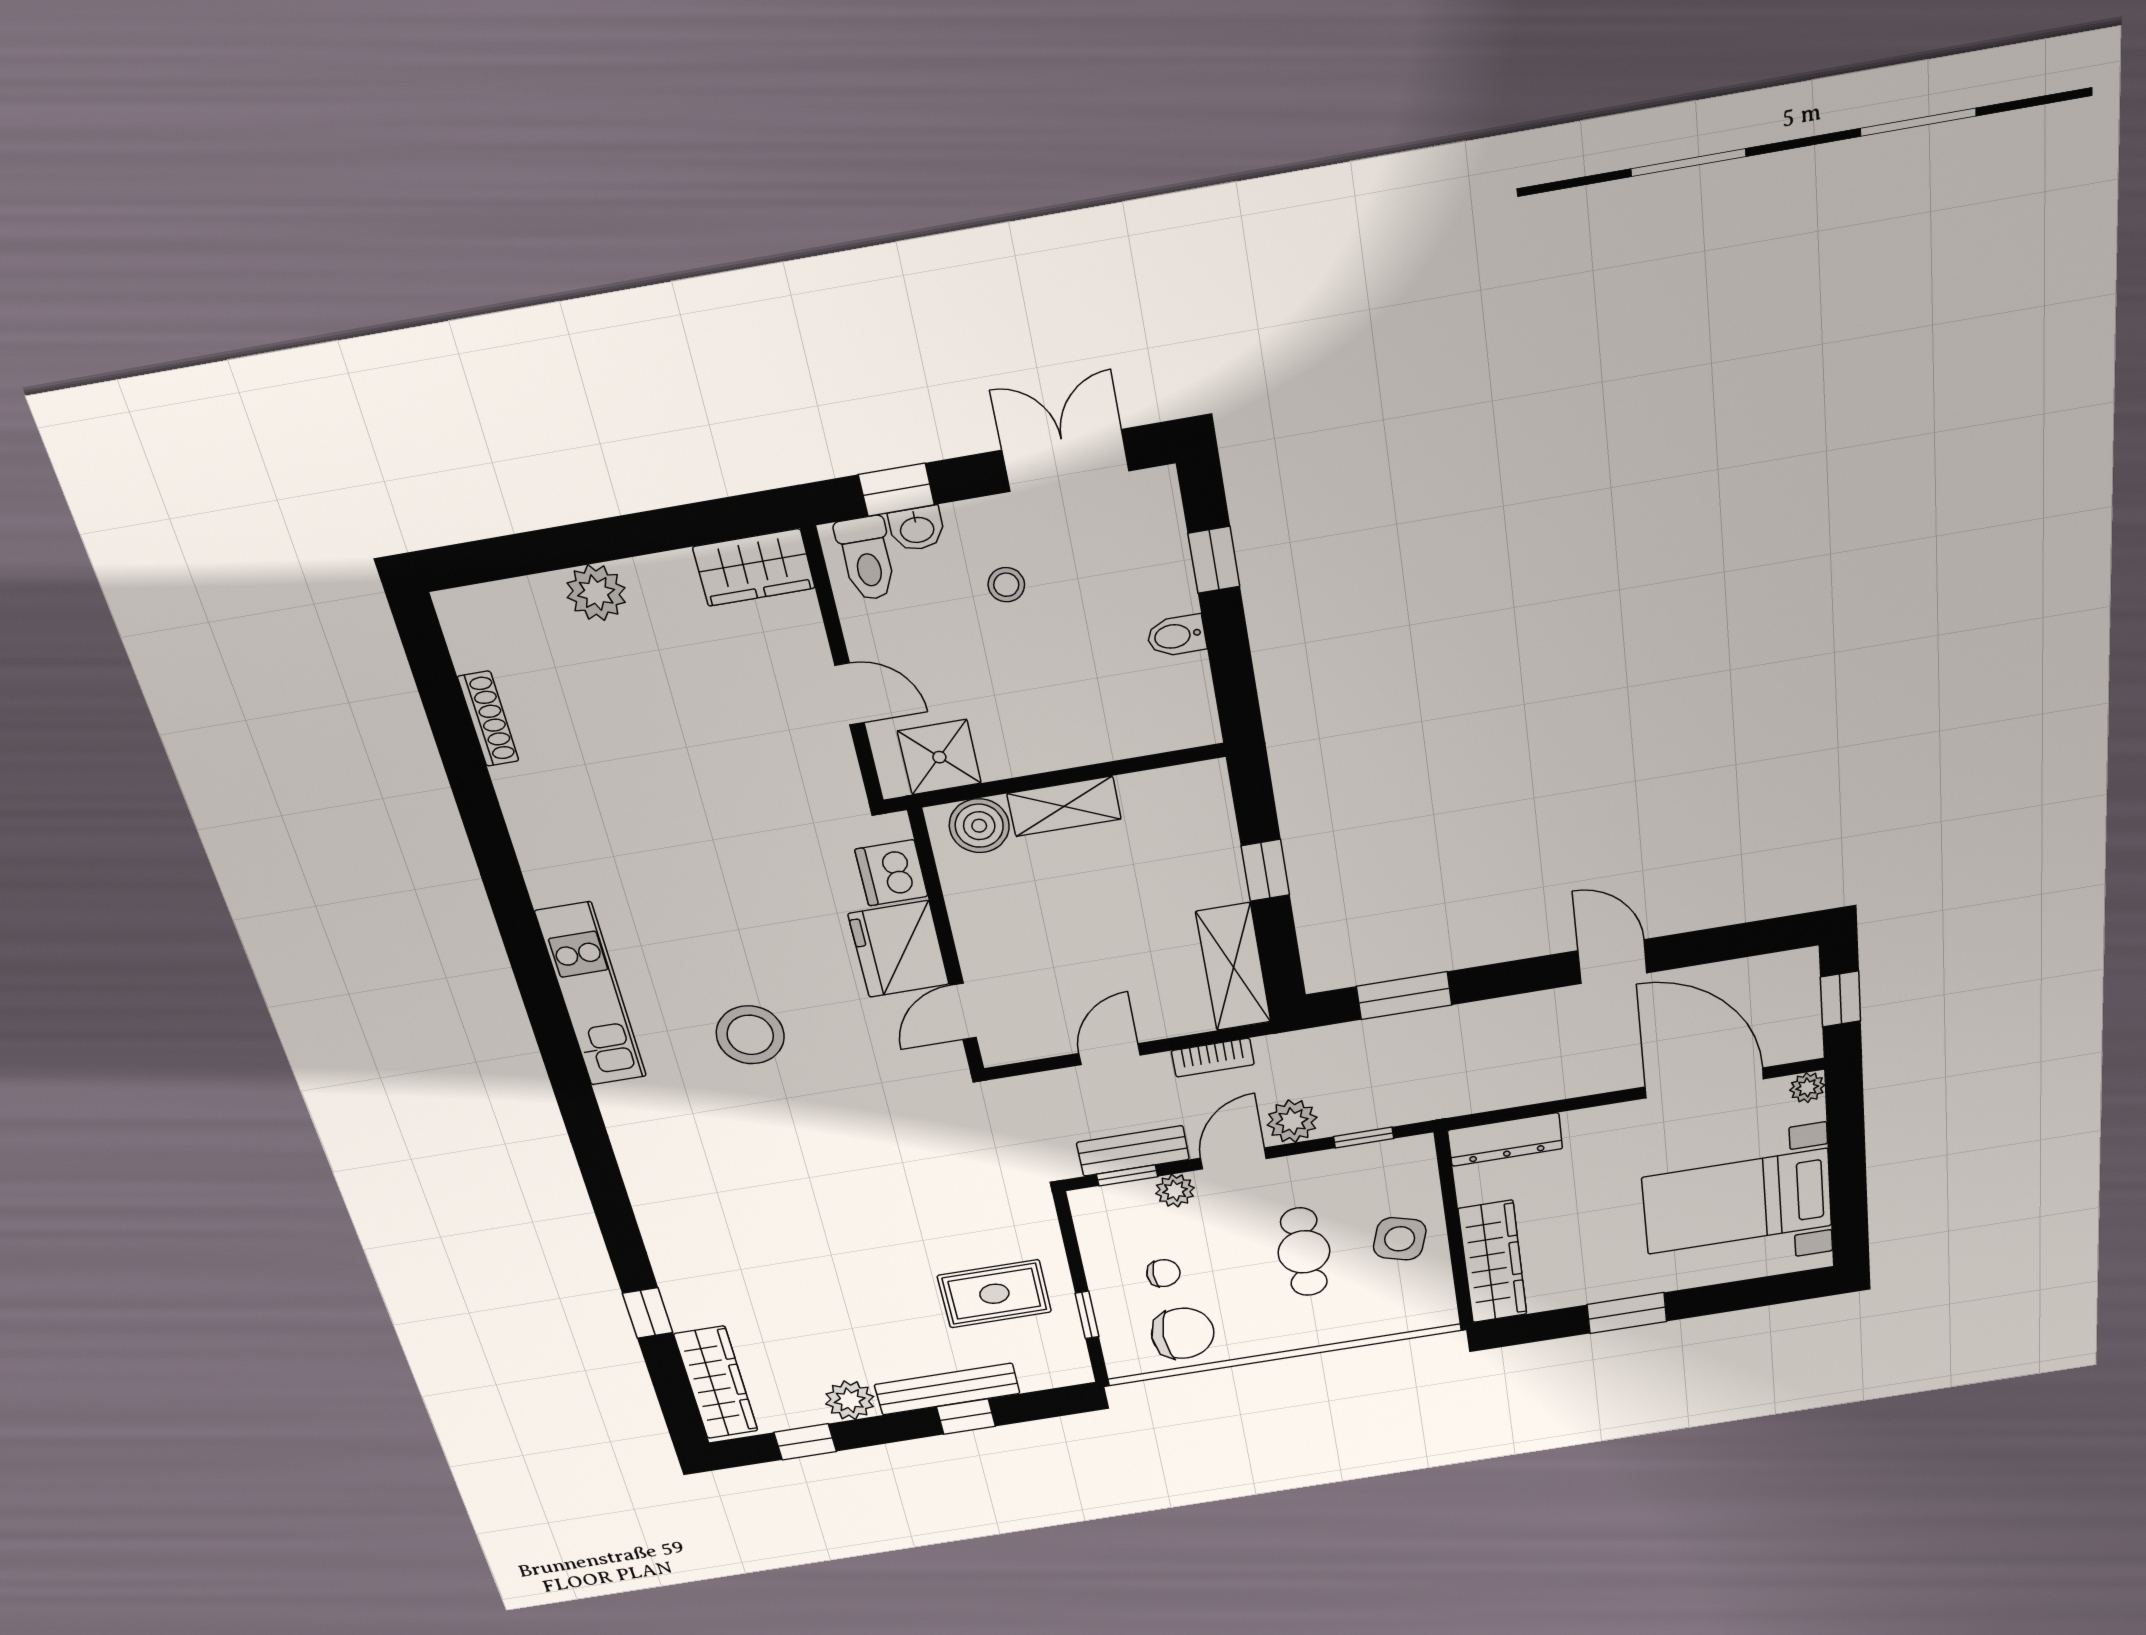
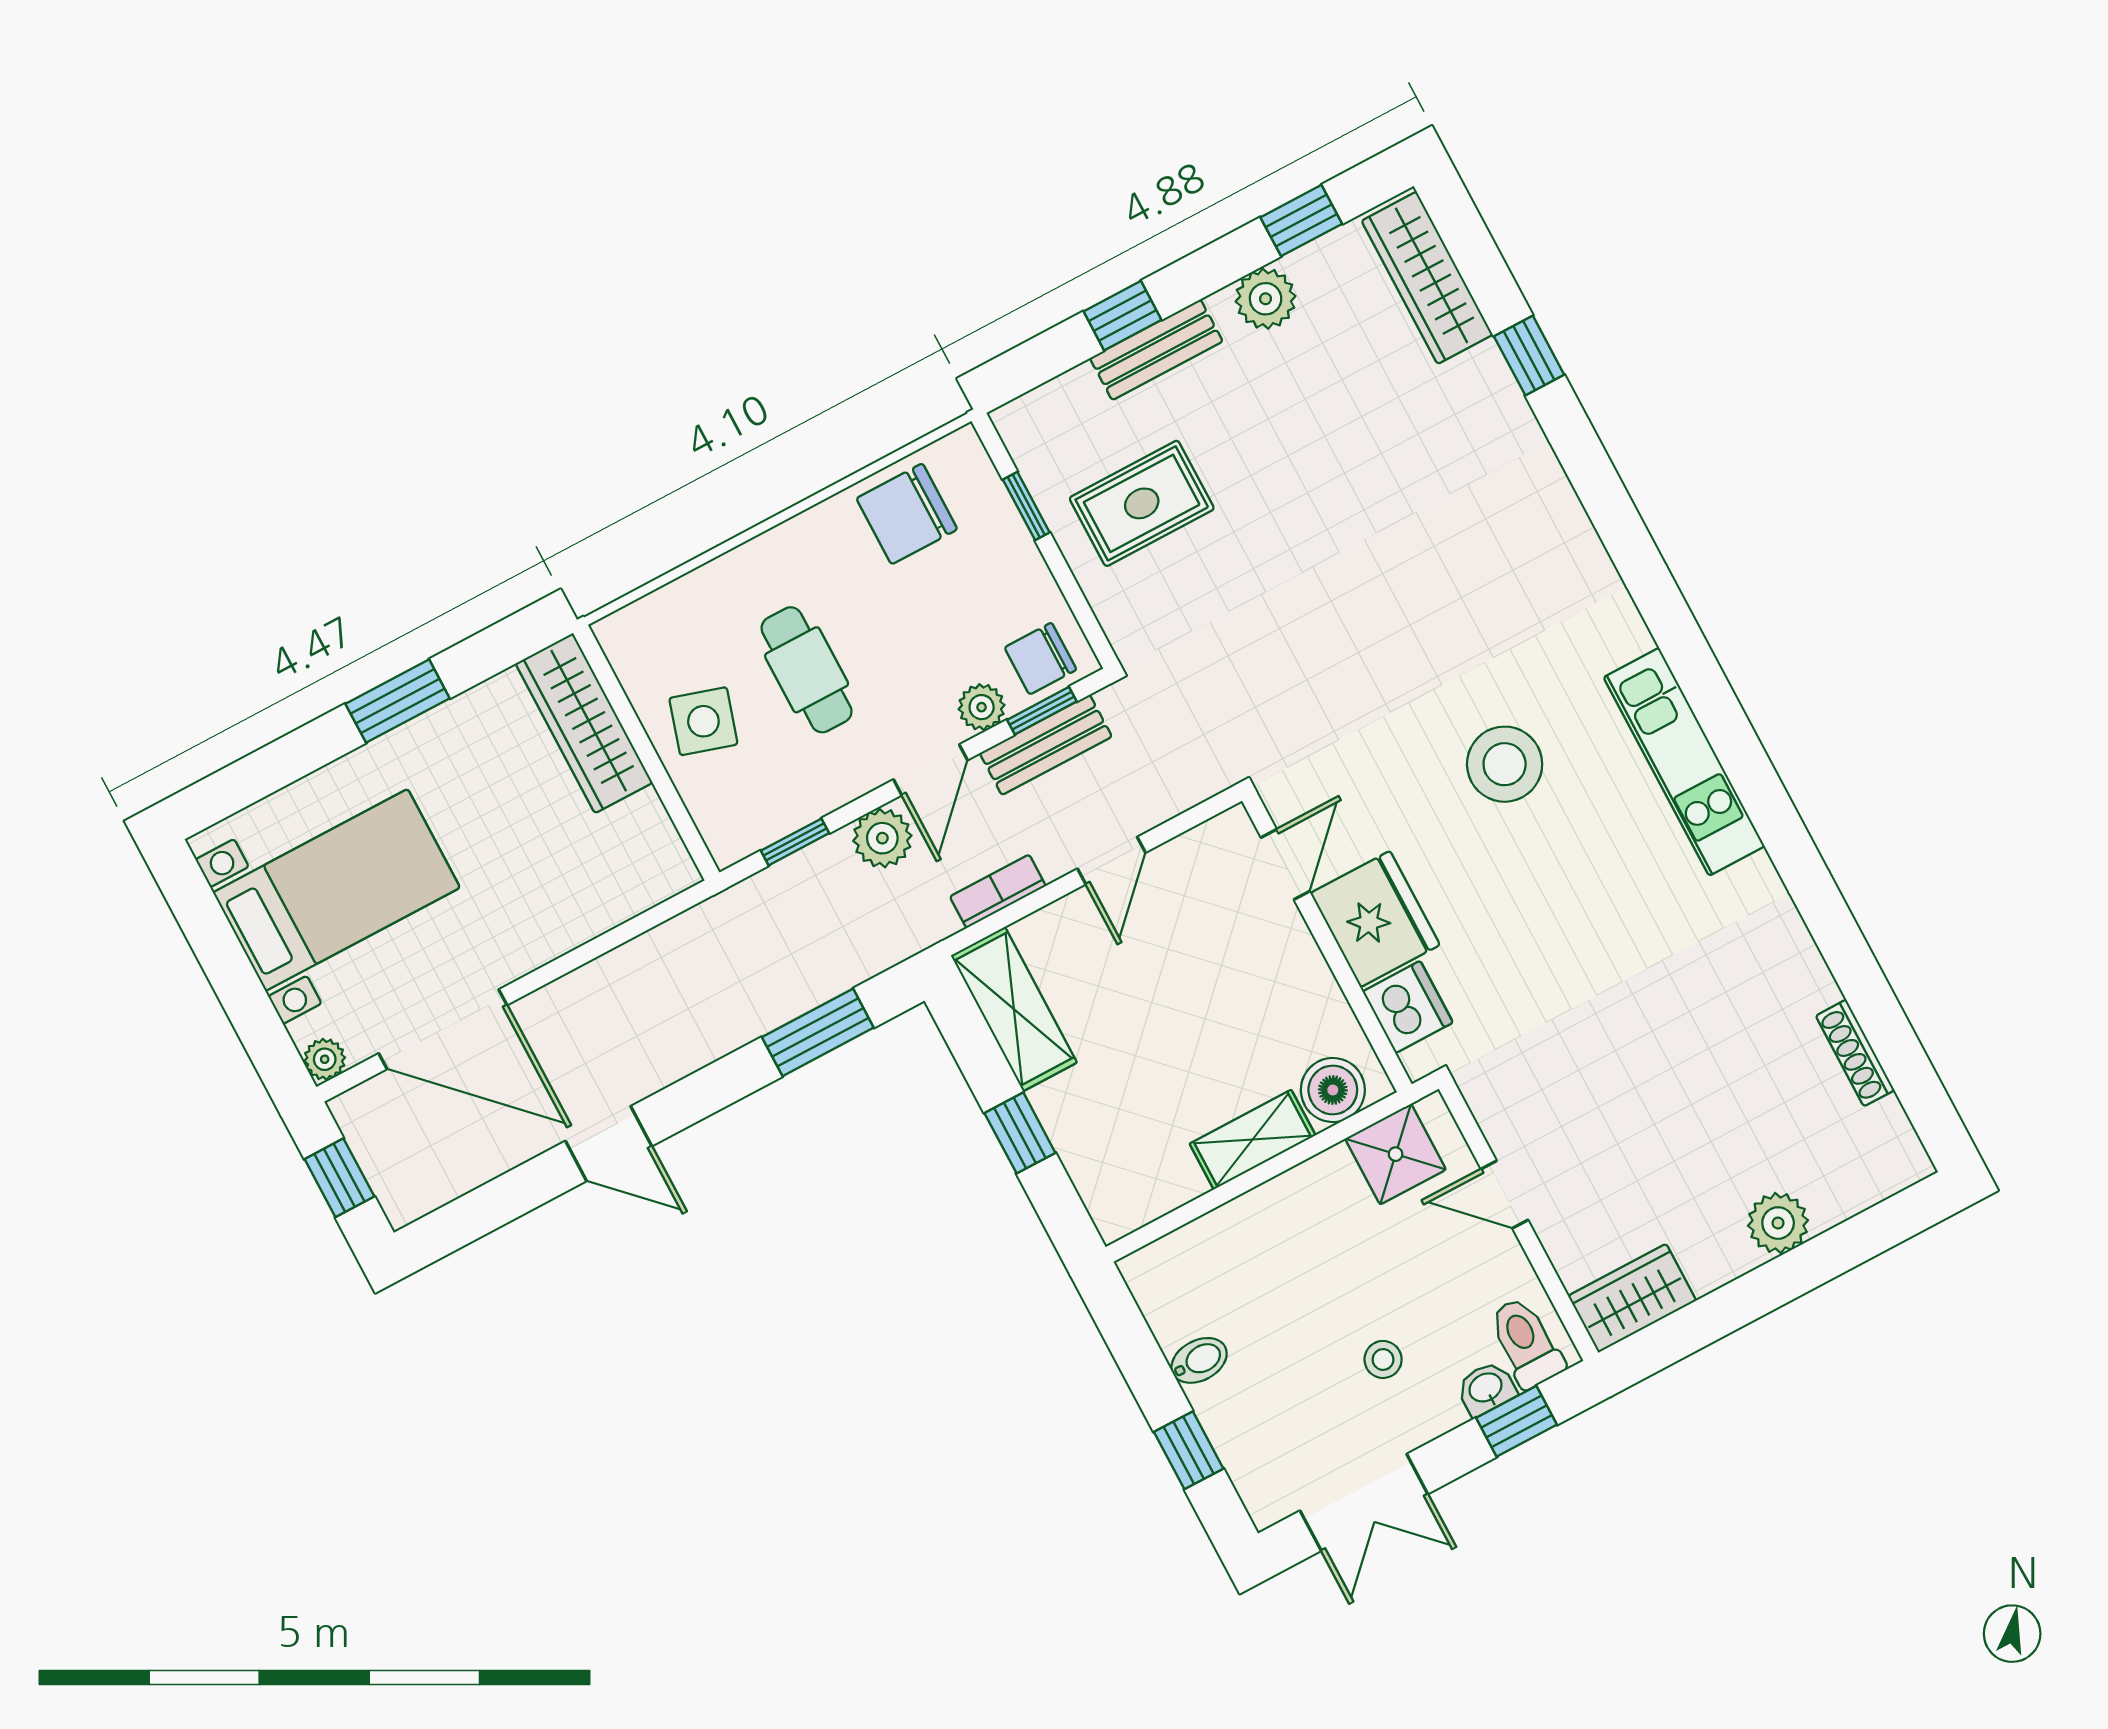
dresser: (1505, 1139) -> (635, 889), removed
chair: (1163, 1273) -> (1040, 659), moved, width x1.37, depth x1.37
bench: (947, 1389) -> (1156, 350), width x0.73

